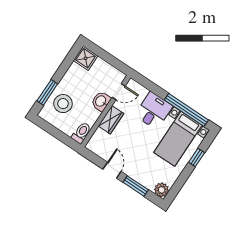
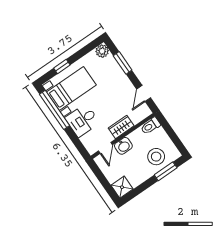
door: (119, 92) -> (105, 148), swing flipped
door: (112, 170) -> (144, 93), moved

